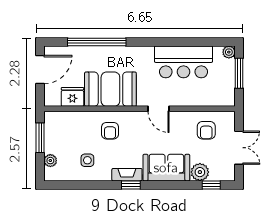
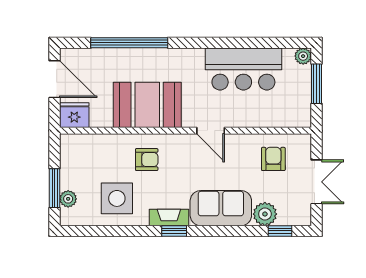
door: (40, 70) -> (55, 79), hinge flipped
fridge: (72, 97) -> (74, 115), moved
armchair: (206, 130) -> (273, 159), turned 180
armchair: (110, 131) -> (147, 160), turned -90
window: (40, 138) -> (55, 188), moved
side table: (87, 160) -> (117, 198), width x1.87, depth x1.87

